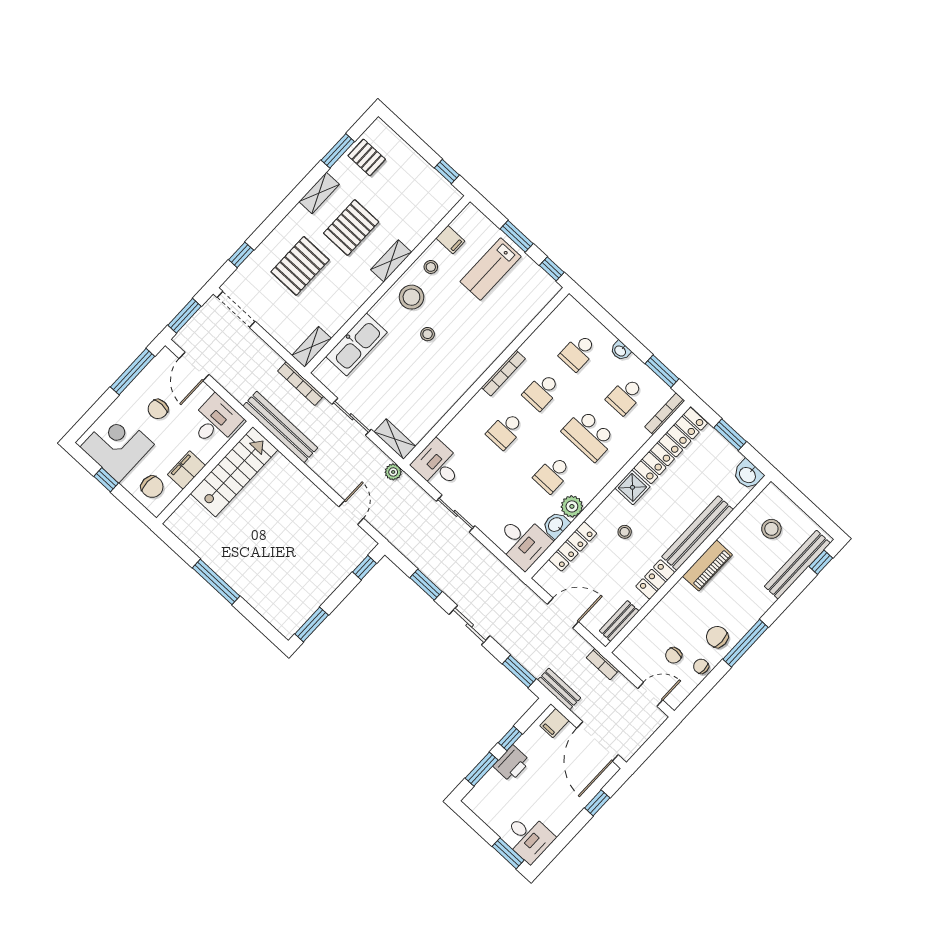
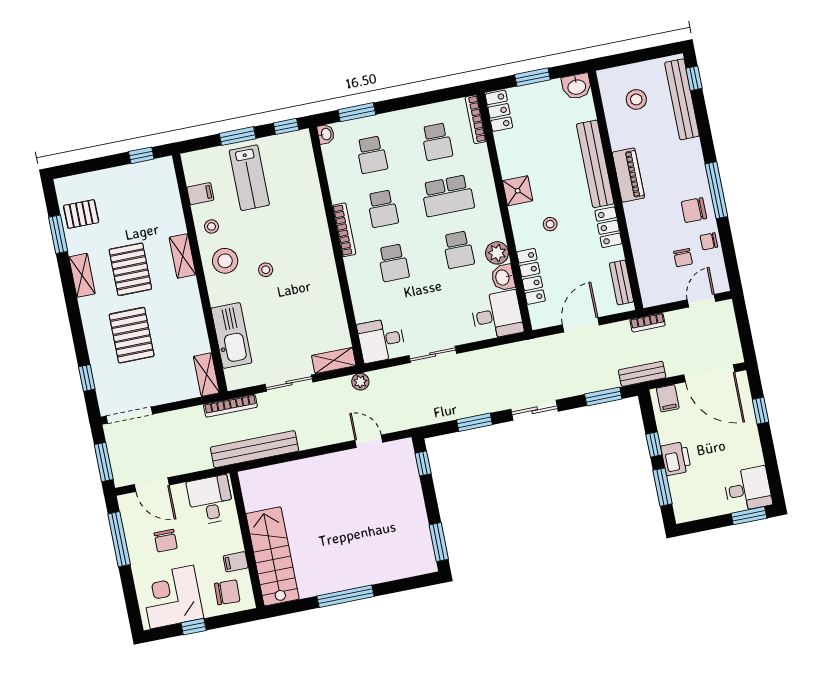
washbasin: (620, 351) -> (326, 134), moved, turned -90
window: (662, 371) -> (357, 112), moved
locker: (671, 445) -> (499, 111), width x0.46, depth x0.83
filing cabinet: (186, 470) -> (236, 562), width x0.50
stairs: (234, 472) -> (272, 556), moved

